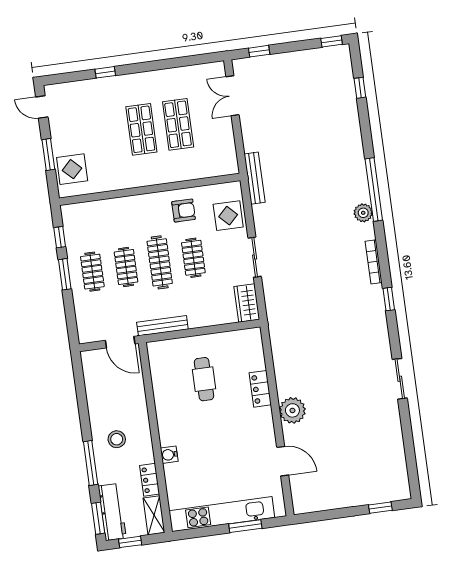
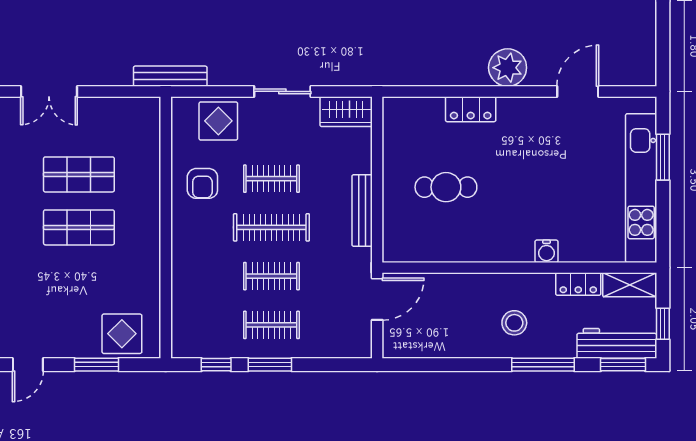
armchair: (184, 211) -> (202, 183), turned 180
bench: (162, 326) -> (362, 211), moved

